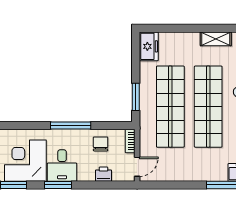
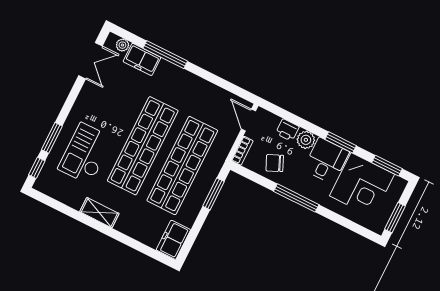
chair: (101, 144) -> (275, 163), turned 66
door: (137, 167) -> (248, 120), hinge flipped
plant: (86, 174) -> (306, 140), added

